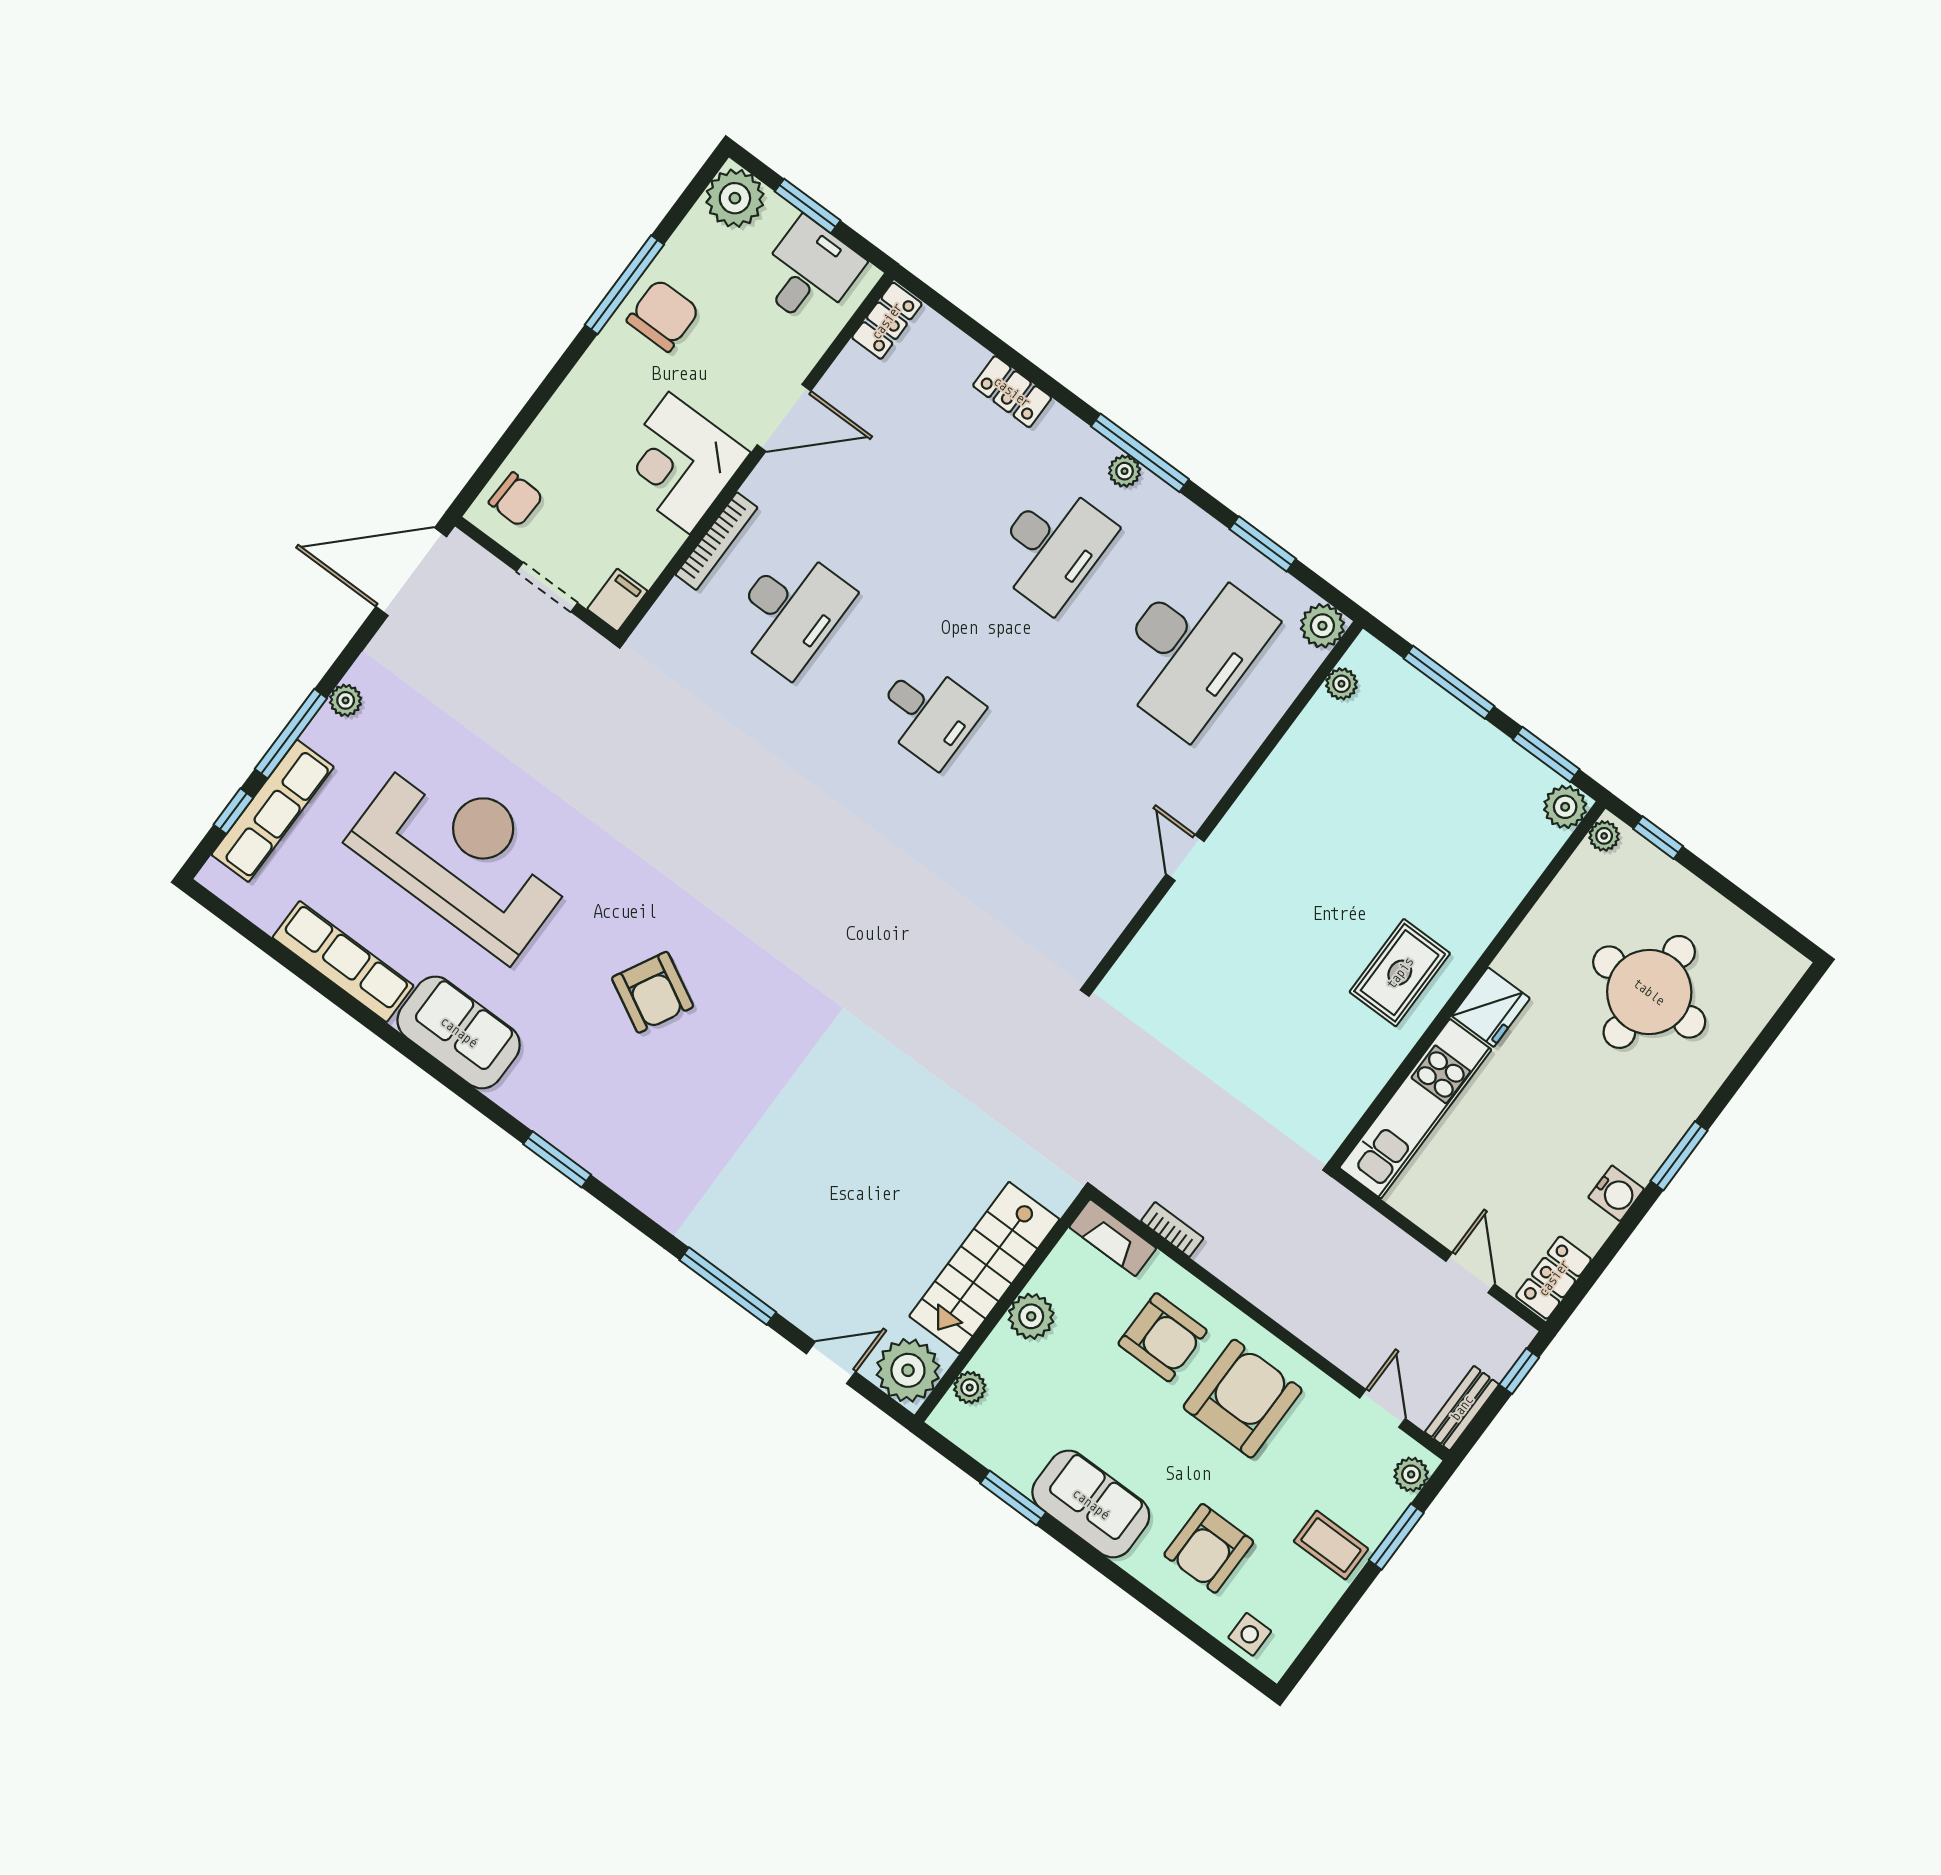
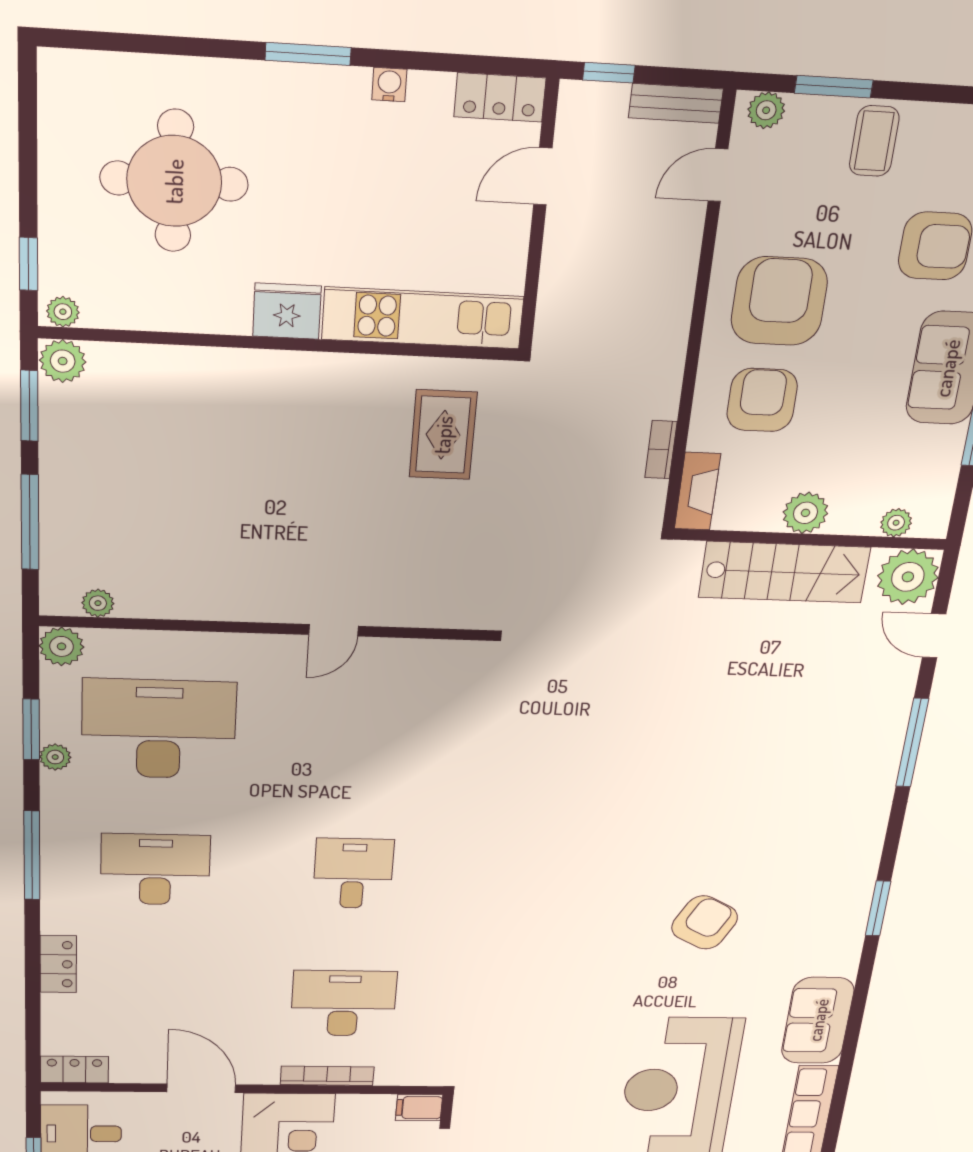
plant: (1125, 471) -> (55, 757), moved
rug: (1400, 973) -> (443, 435), moved, turned 90
water cooler: (1616, 1193) -> (389, 85), width x0.72, depth x0.72
armchair: (1243, 1399) -> (779, 301), turned 90

